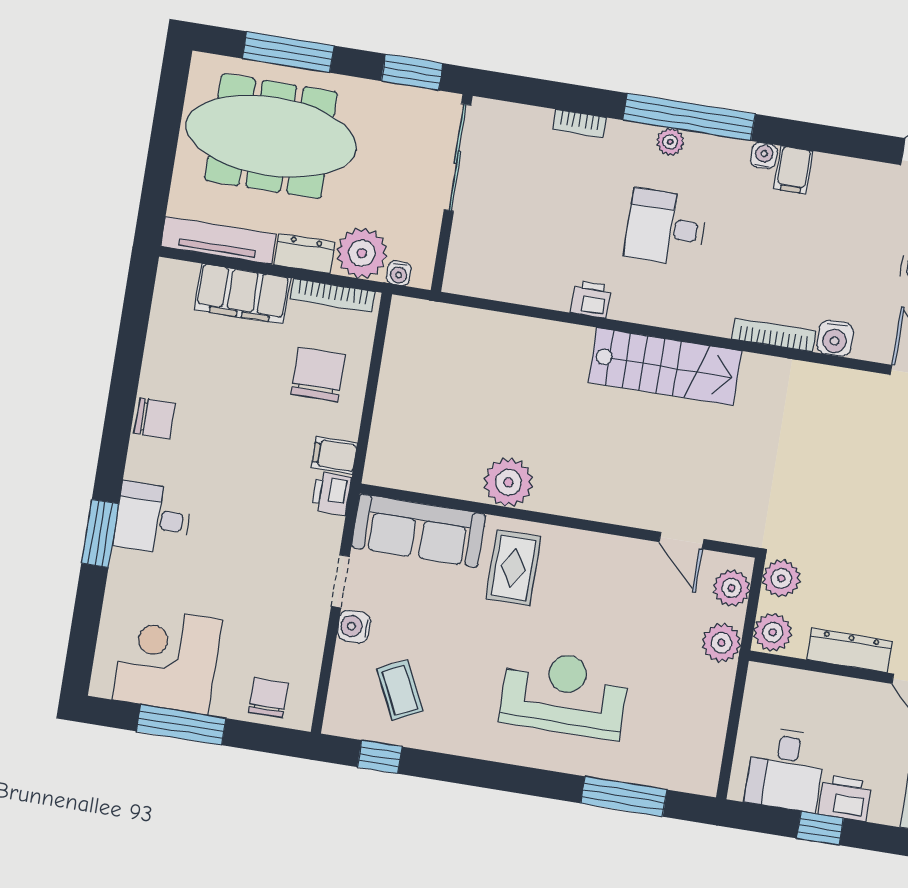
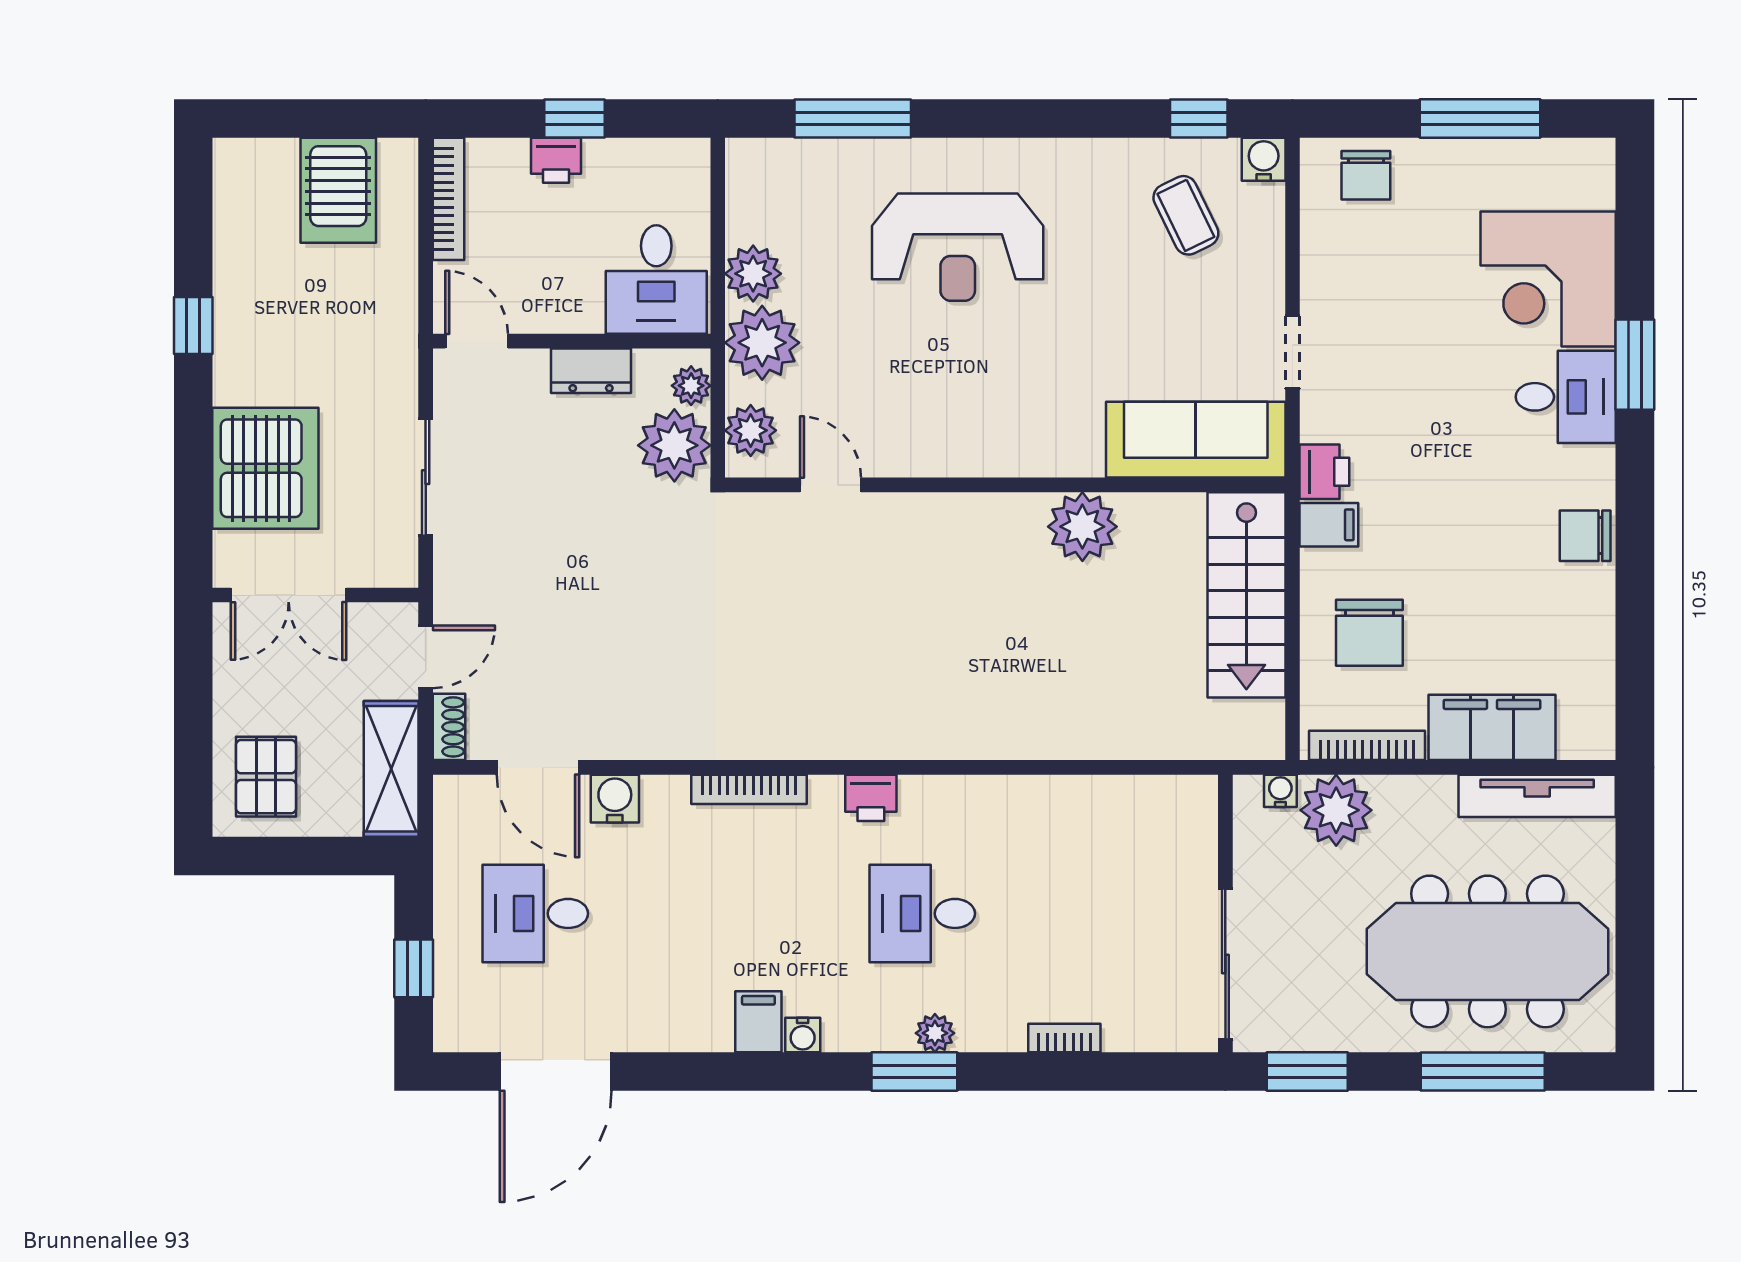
window: (689, 117) -> (914, 1072), width x0.47
desk: (666, 228) -> (922, 913), turned 180
dresser: (305, 254) -> (1415, 797), removed
printer: (591, 299) -> (871, 798), moved
water cooler: (835, 338) -> (615, 799), moved
stairs: (665, 367) -> (1246, 595), moved, turned -90
rug: (513, 568) -> (1056, 410), removed
plant: (781, 578) -> (674, 445), width x1.36, depth x1.36
water cooler: (354, 626) -> (1264, 159), moved, turned -90
plant: (773, 632) -> (691, 386), width x0.73, depth x0.73
plant: (721, 643) -> (762, 343), width x1.36, depth x1.36
dresser: (850, 650) -> (591, 371), width x0.70
corner desk: (167, 660) -> (1548, 279), moved, turned 90
plant: (712, 698) -> (753, 274), added
desk: (786, 769) -> (656, 280), moved, turned 180
printer: (845, 798) -> (556, 160), width x0.73, depth x0.81

